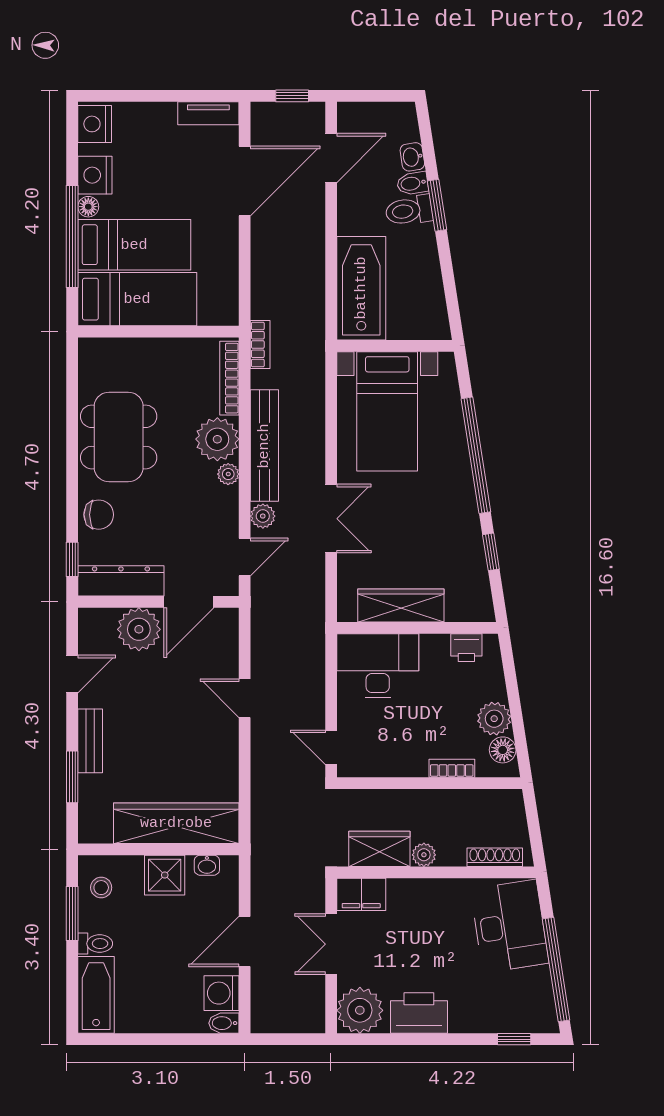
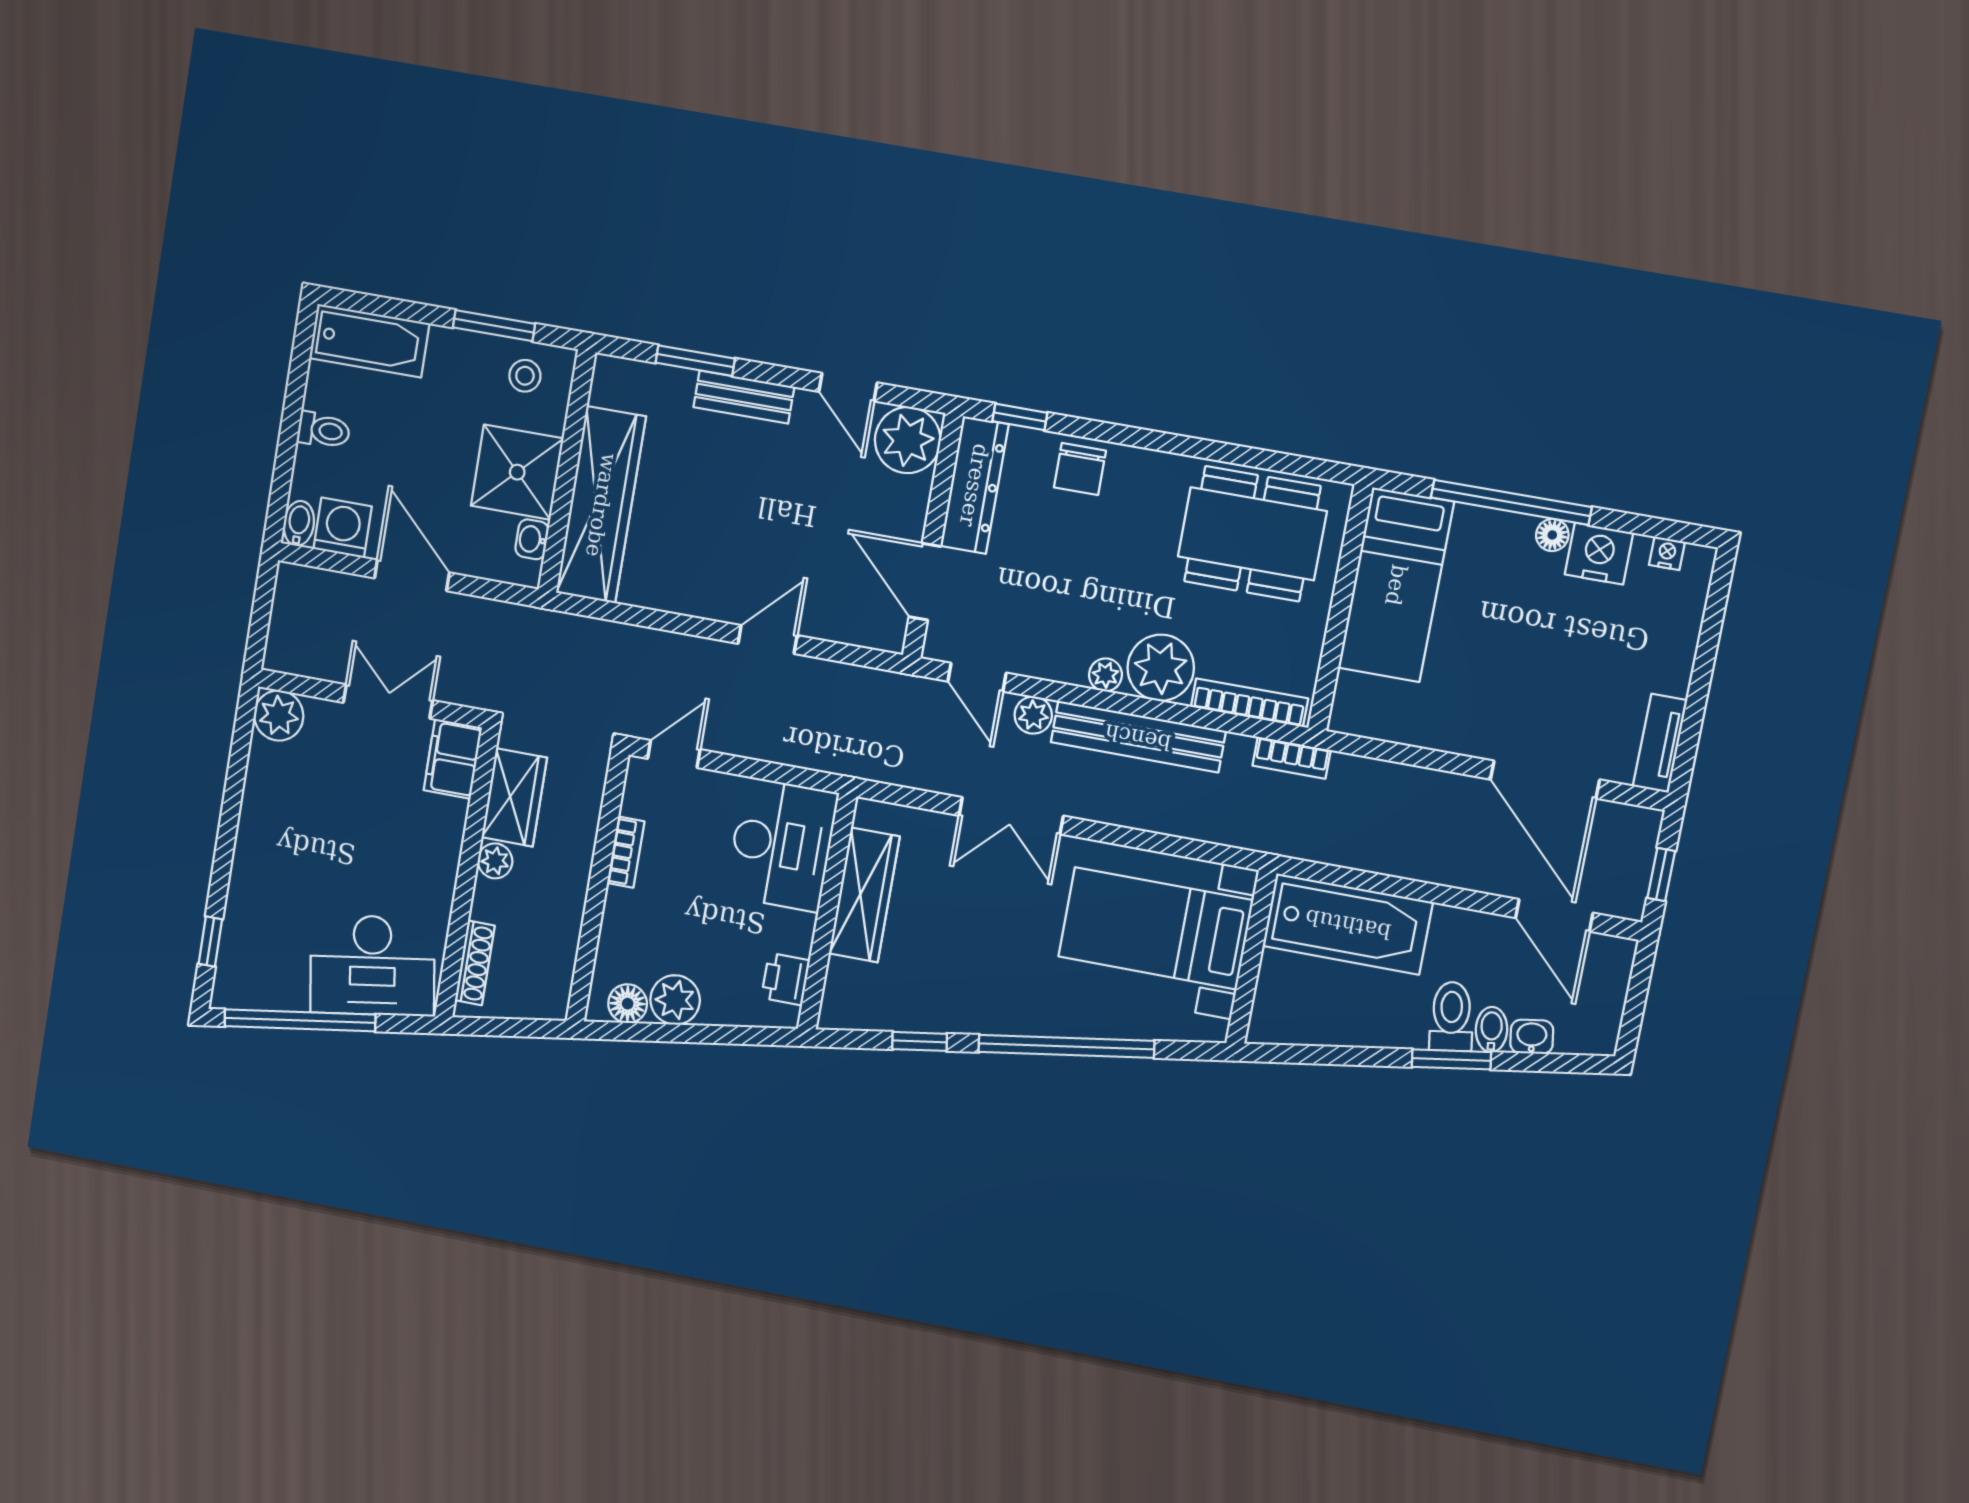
nightstand: (95, 124) -> (1667, 553), width x0.53, depth x0.56
bed: (134, 245) -> (1480, 595), removed
dining table: (119, 437) -> (1252, 534), moved
plant: (139, 629) -> (908, 440), moved
bookcase: (452, 768) -> (626, 852), moved
shower: (165, 875) -> (517, 472), width x1.36, depth x1.36
toilet: (95, 944) -> (324, 430), moved, turned -90
plant: (360, 1010) -> (279, 716), width x0.73, depth x0.73
printer: (419, 1013) -> (269, 811), removed

